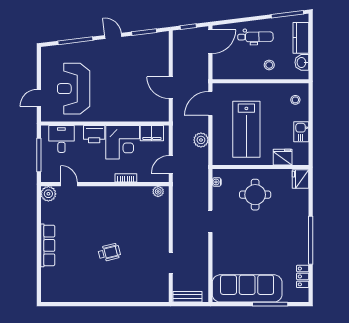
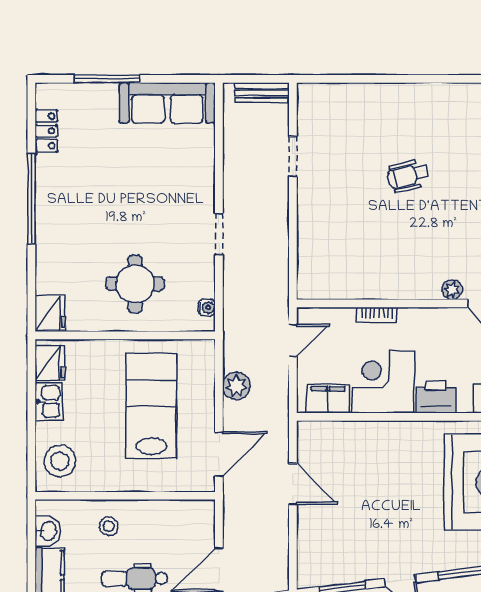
stool: (295, 100) -> (60, 461), width x1.89, depth x1.89
fridge: (283, 157) -> (50, 363), moved, turned -90
plant: (158, 191) -> (452, 290), moved
sofa: (247, 288) -> (167, 103), width x0.74, depth x0.79

